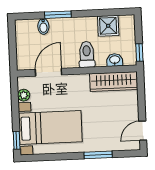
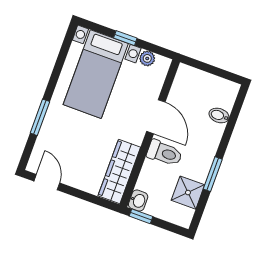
window: (58, 15) -> (213, 174), moved
washbasin: (115, 60) -> (138, 201), moved
door: (49, 72) -> (156, 117), moved
window: (17, 140) -> (125, 38), moved

